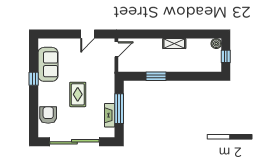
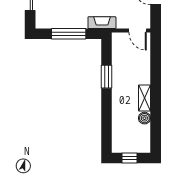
boiler: (216, 44) -> (144, 118), moved
fireplace: (110, 115) -> (102, 23), moved

